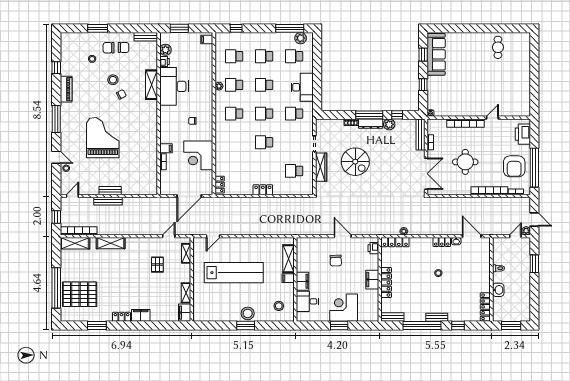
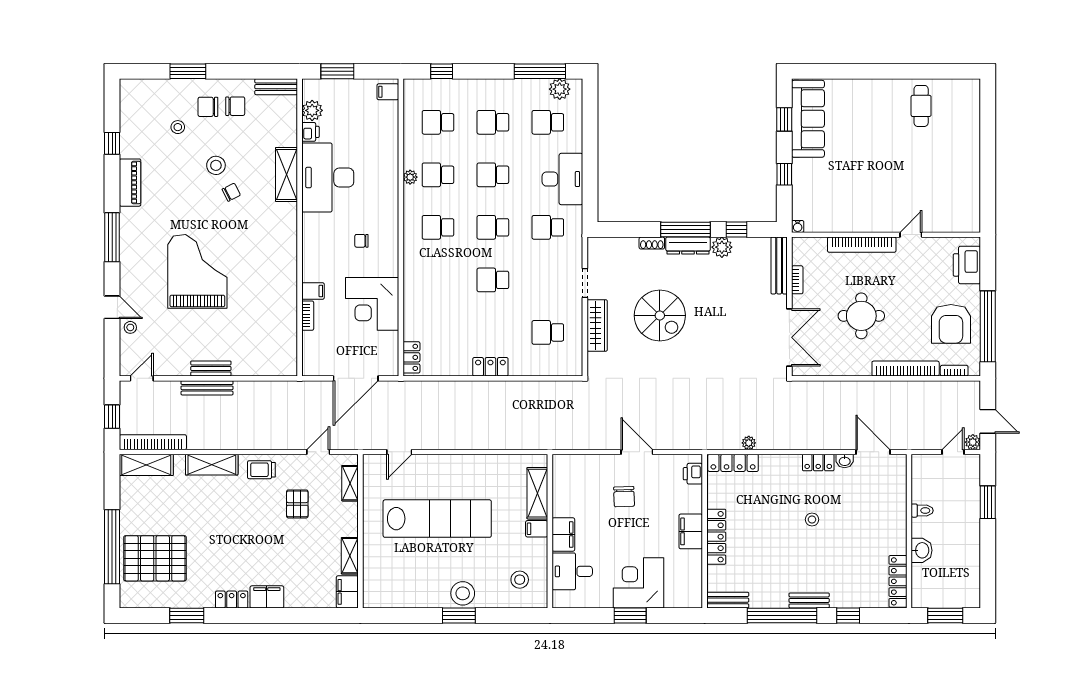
trolley: (138, 246) -> (261, 470), added

